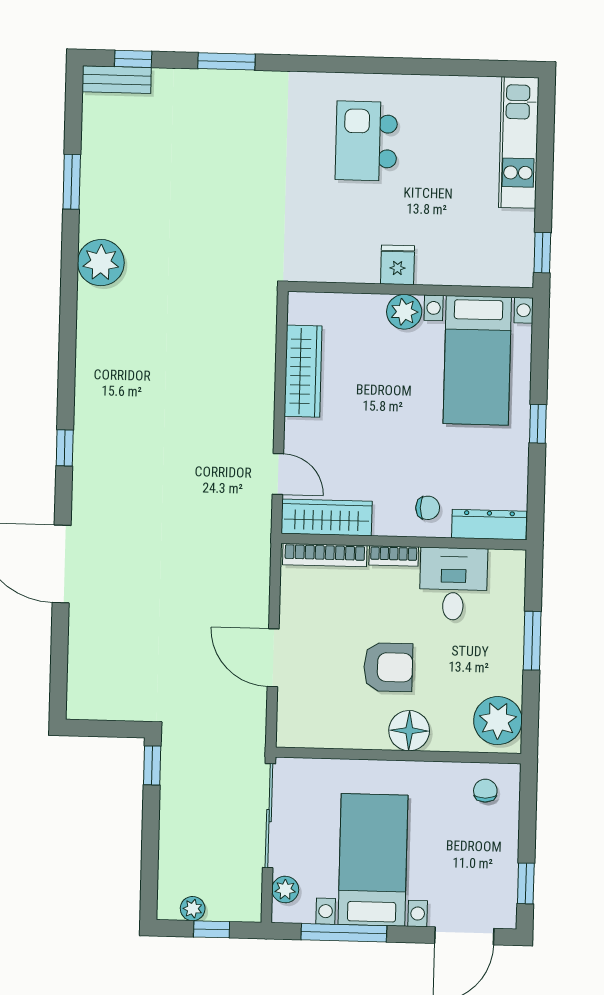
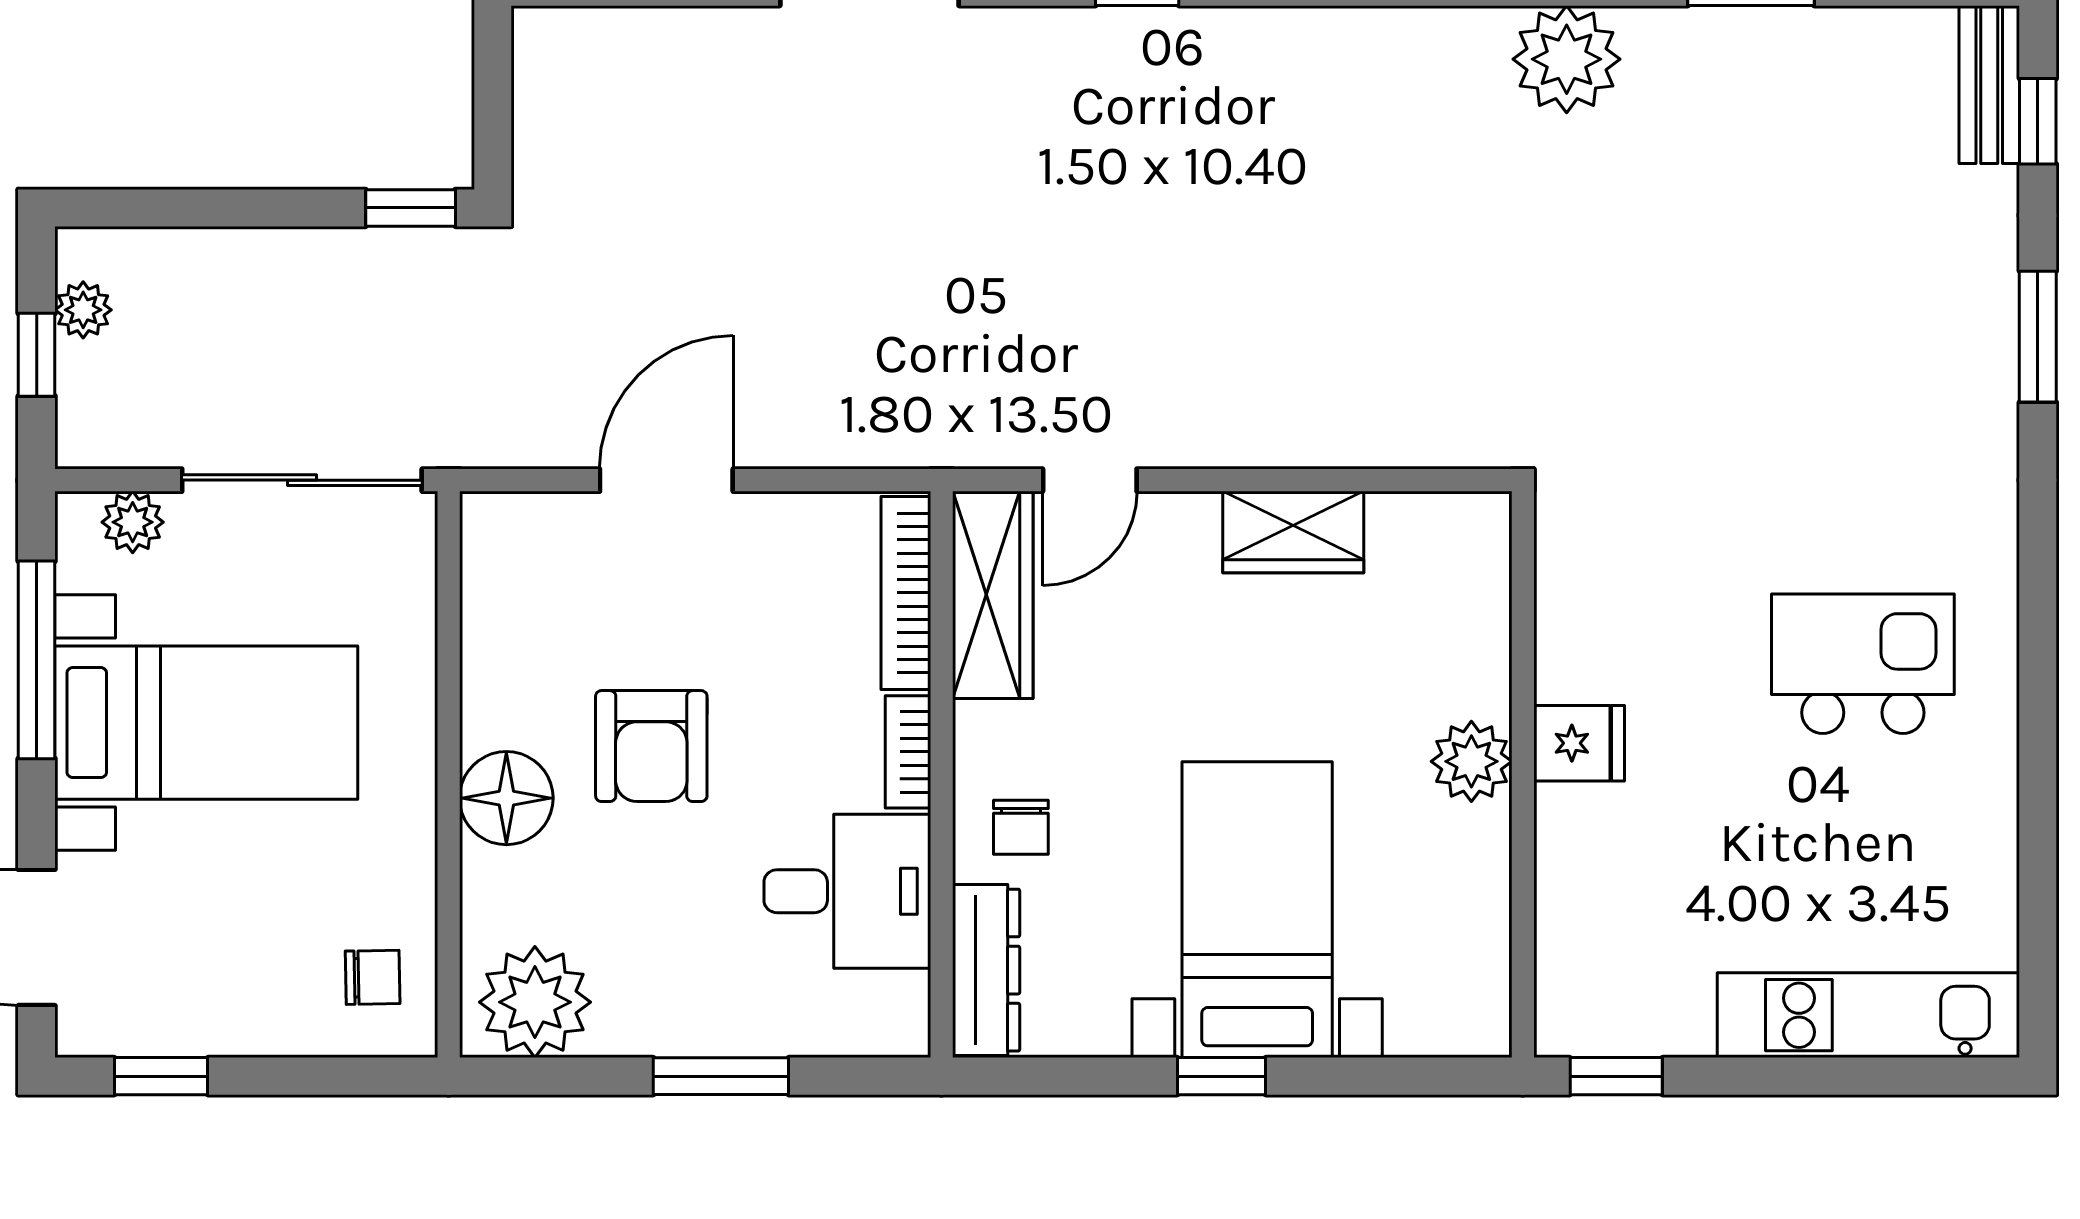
bed with nightstands: (477, 360) -> (1257, 910), moved, turned 90
wardrobe: (303, 371) -> (1293, 532), width x0.67

